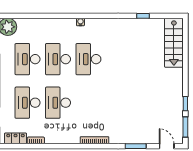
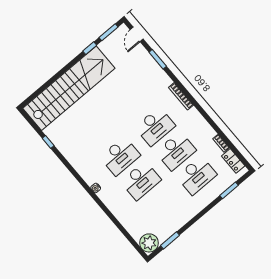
stairs: (174, 43) -> (69, 88), width x1.86, depth x1.51
desk: (27, 59) -> (155, 127), moved

